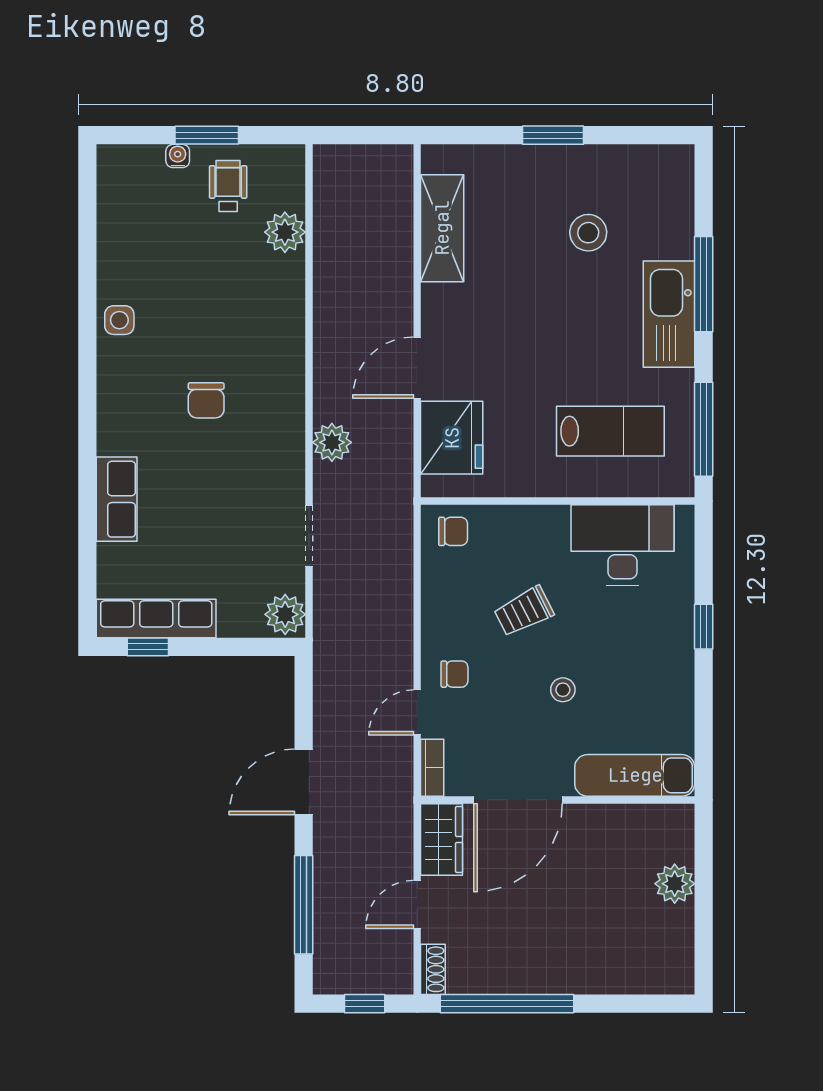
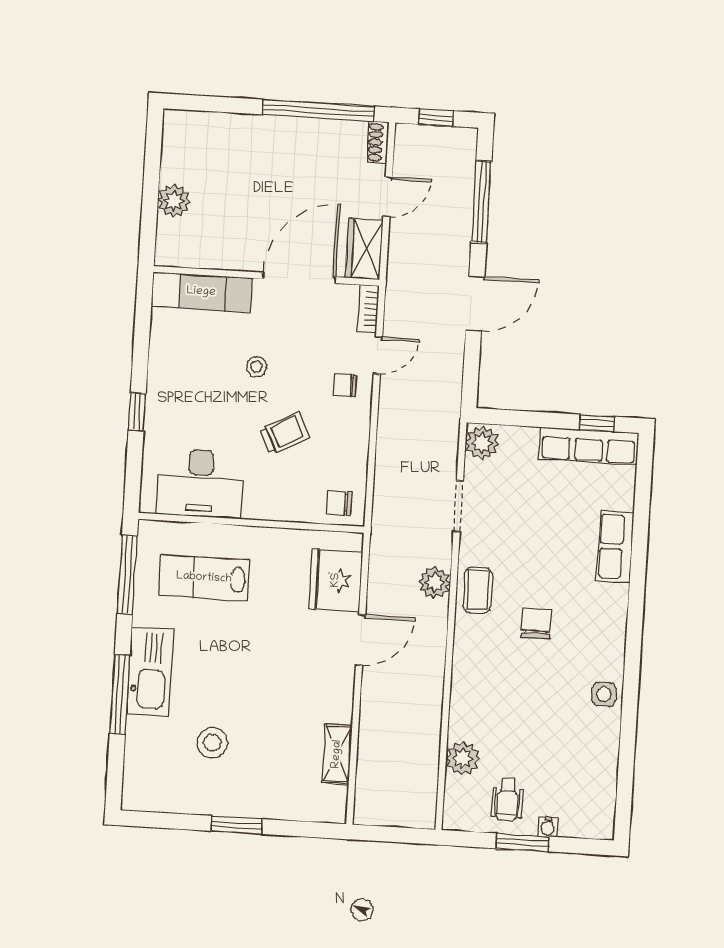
shelving: (442, 228) -> (337, 754), width x0.67, depth x0.75
coffee table: (279, 436) -> (478, 590), added

